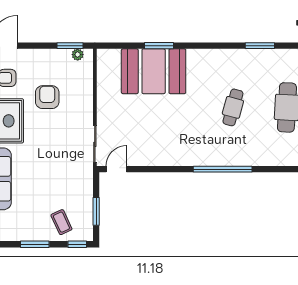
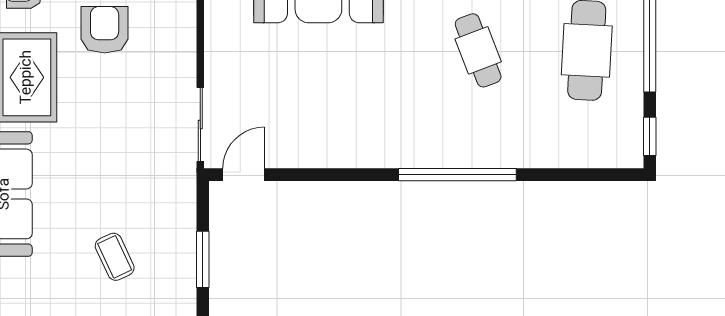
cafe table: (233, 107) -> (478, 50), turned -36
coffee table: (61, 222) -> (115, 257), moved

